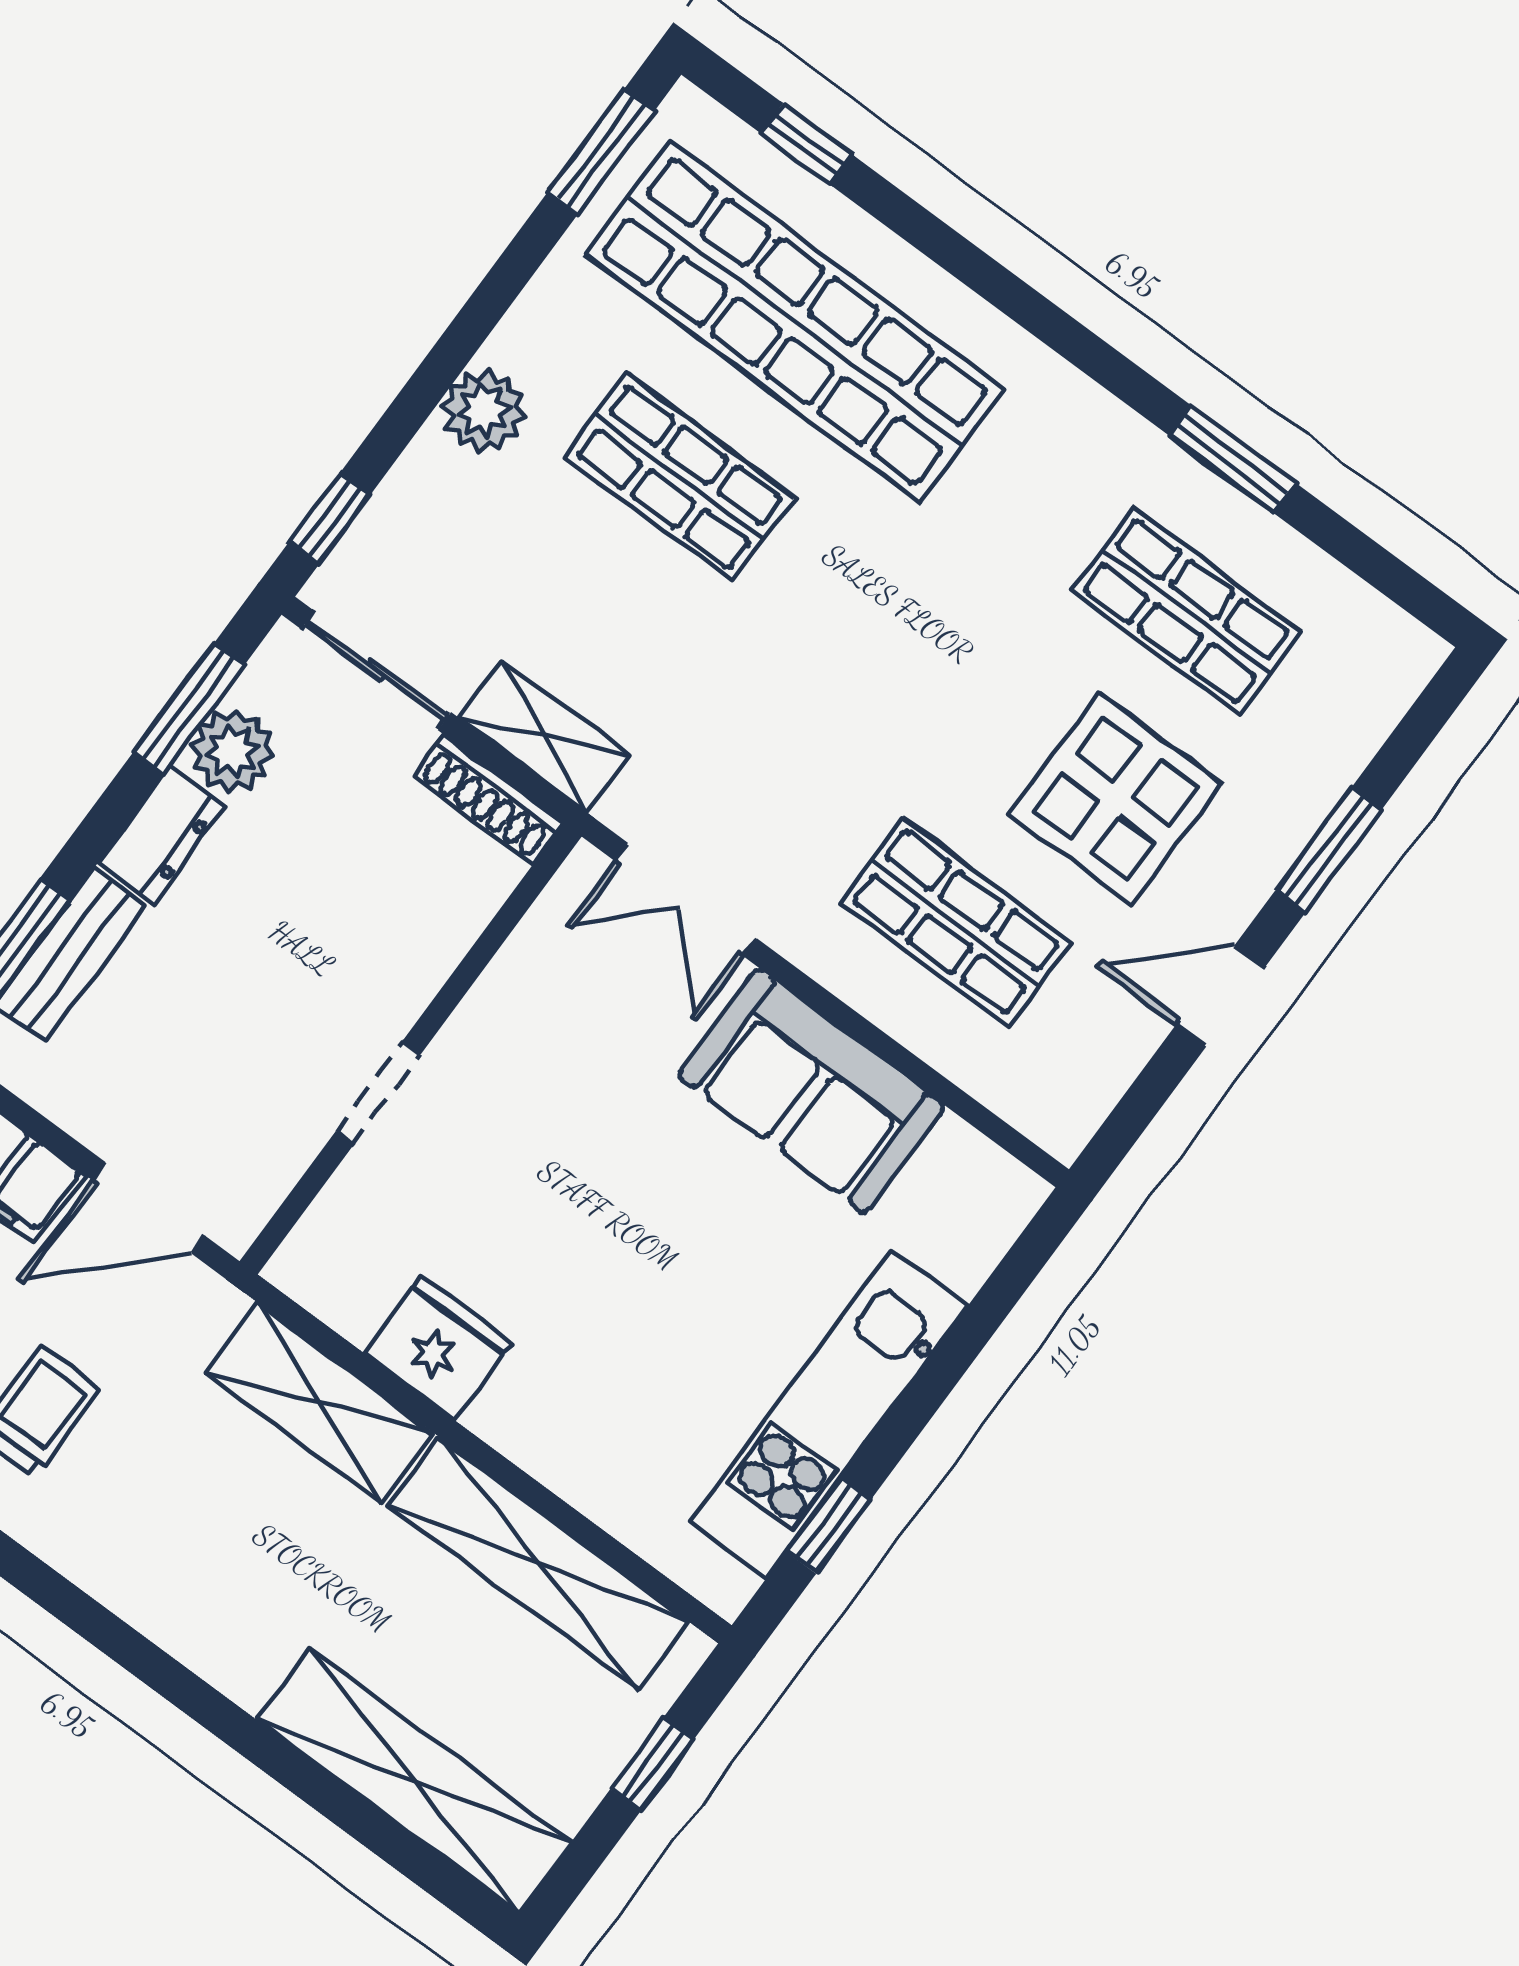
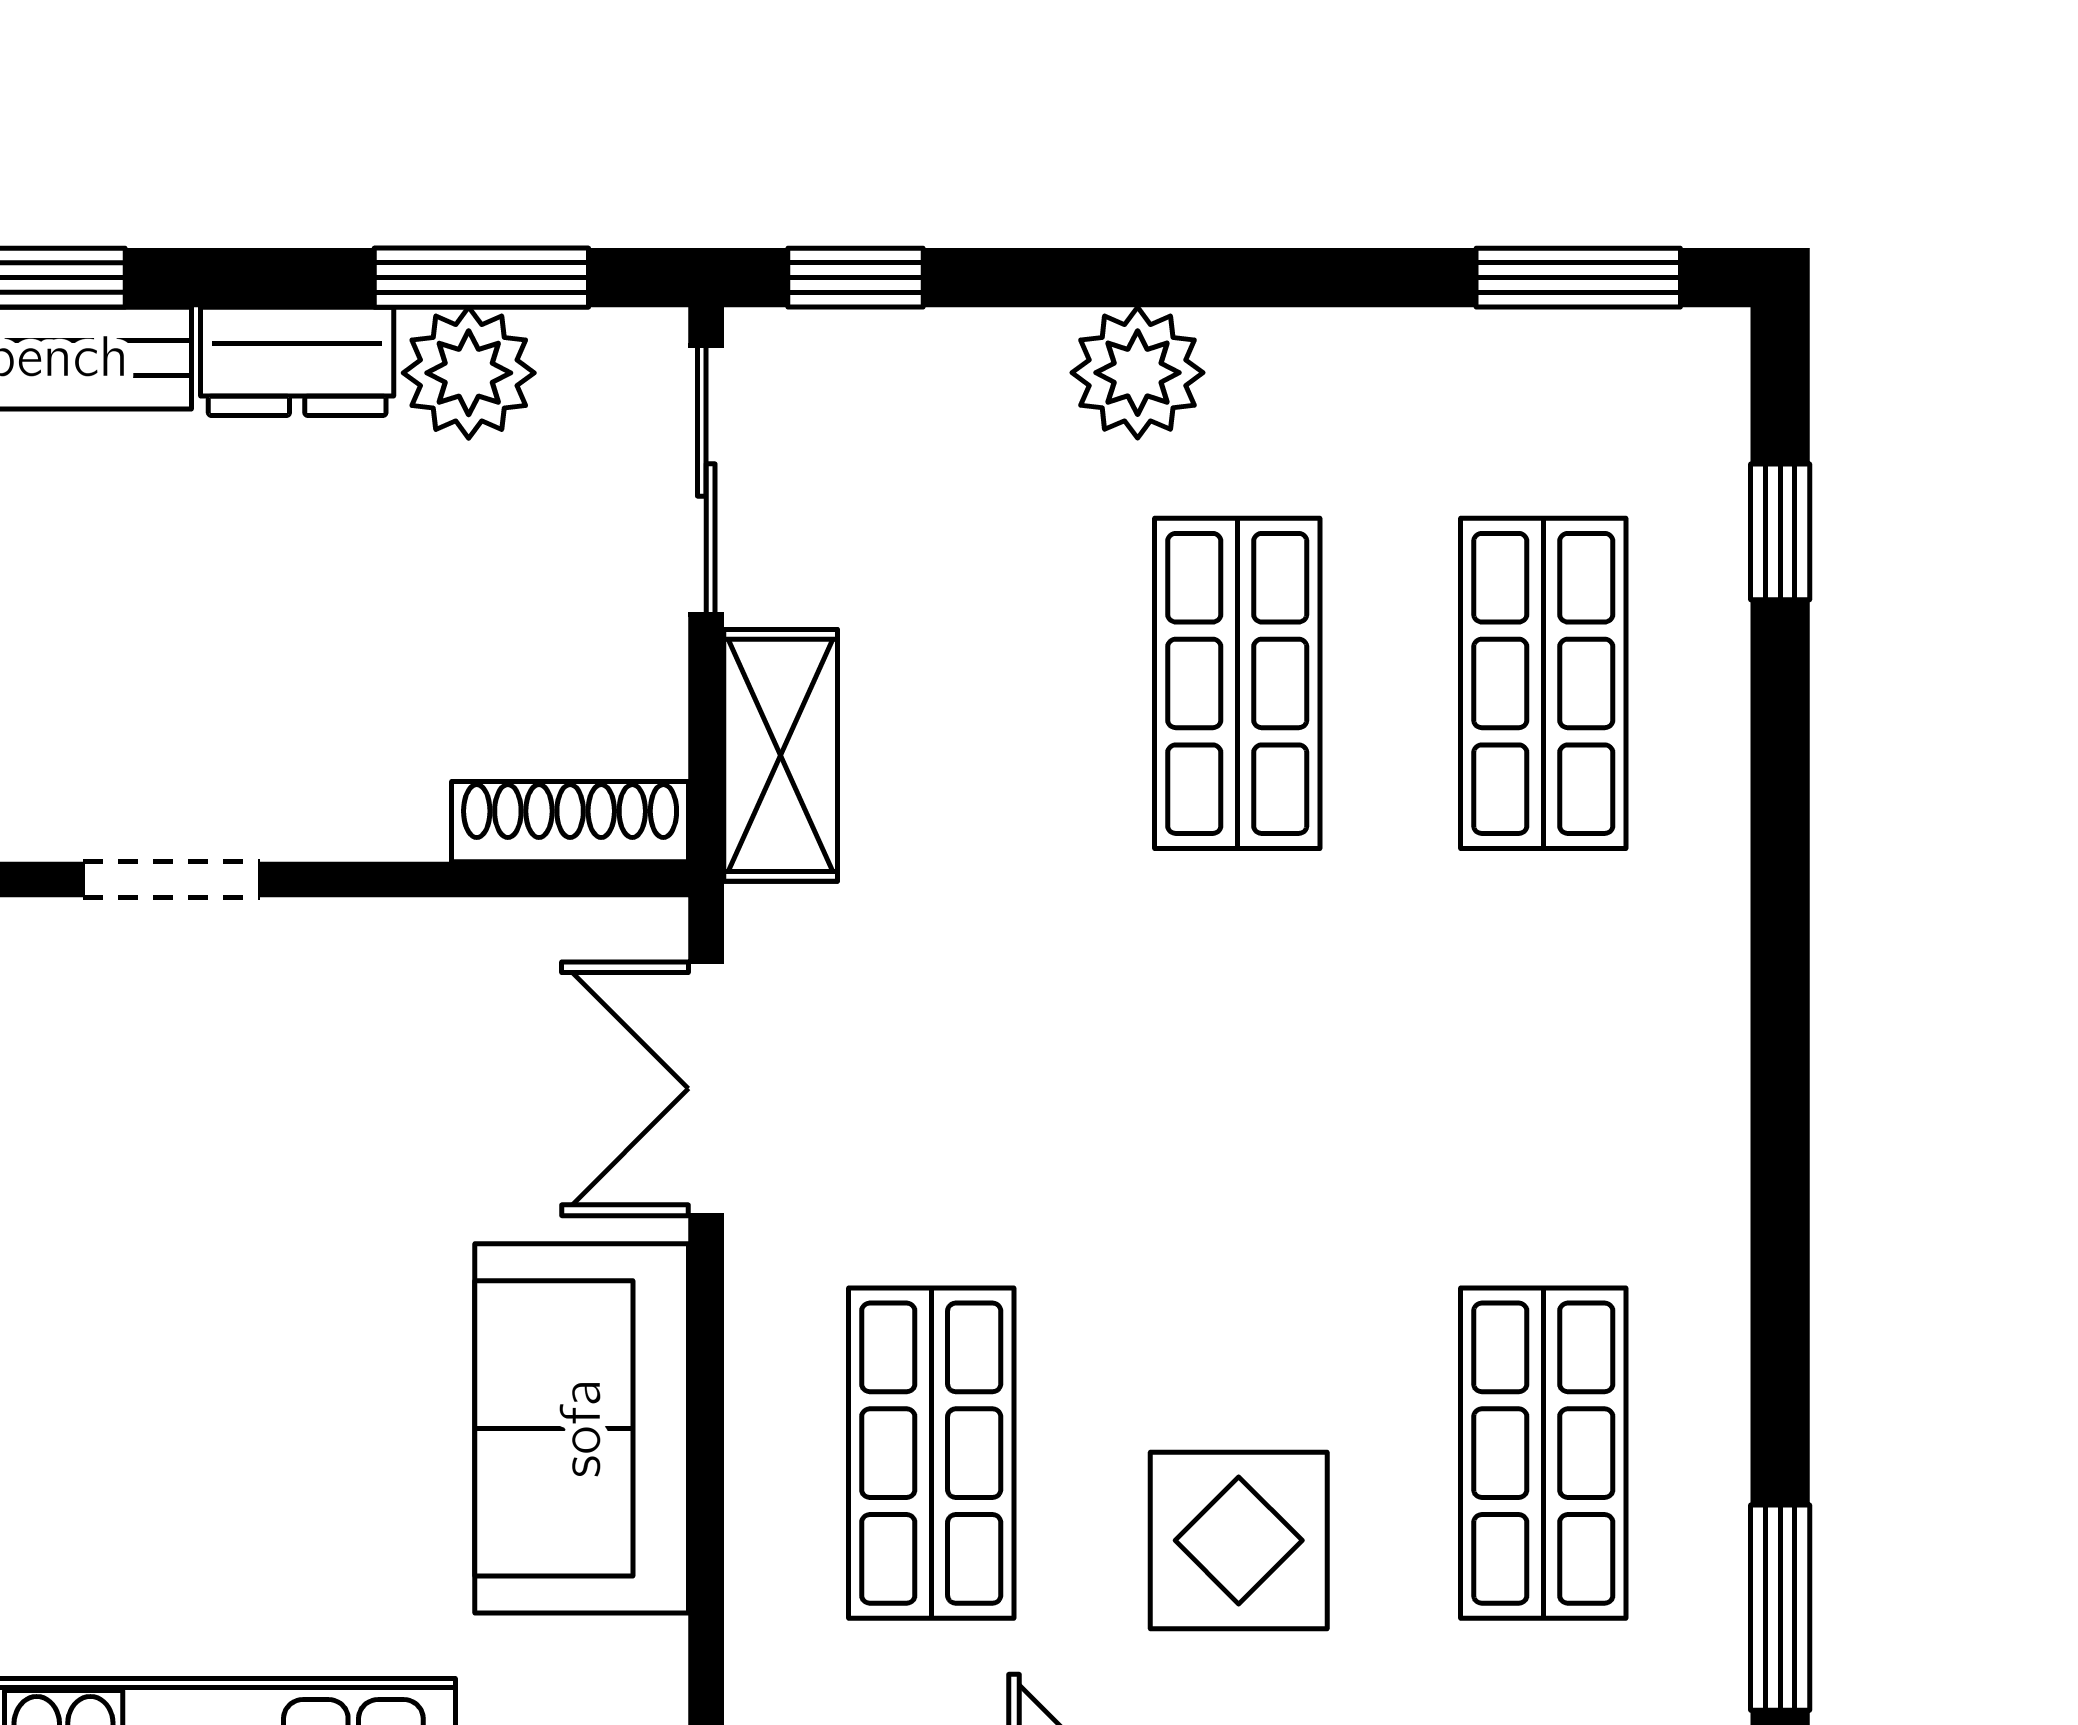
shop shelf: (795, 322) -> (1543, 683), width x0.50, depth x0.74
window: (1232, 459) -> (1780, 1608), moved
shoe rack: (488, 799) -> (570, 822), moved, turned 90
display table: (1116, 799) -> (1239, 1540), width x0.73, depth x0.73

